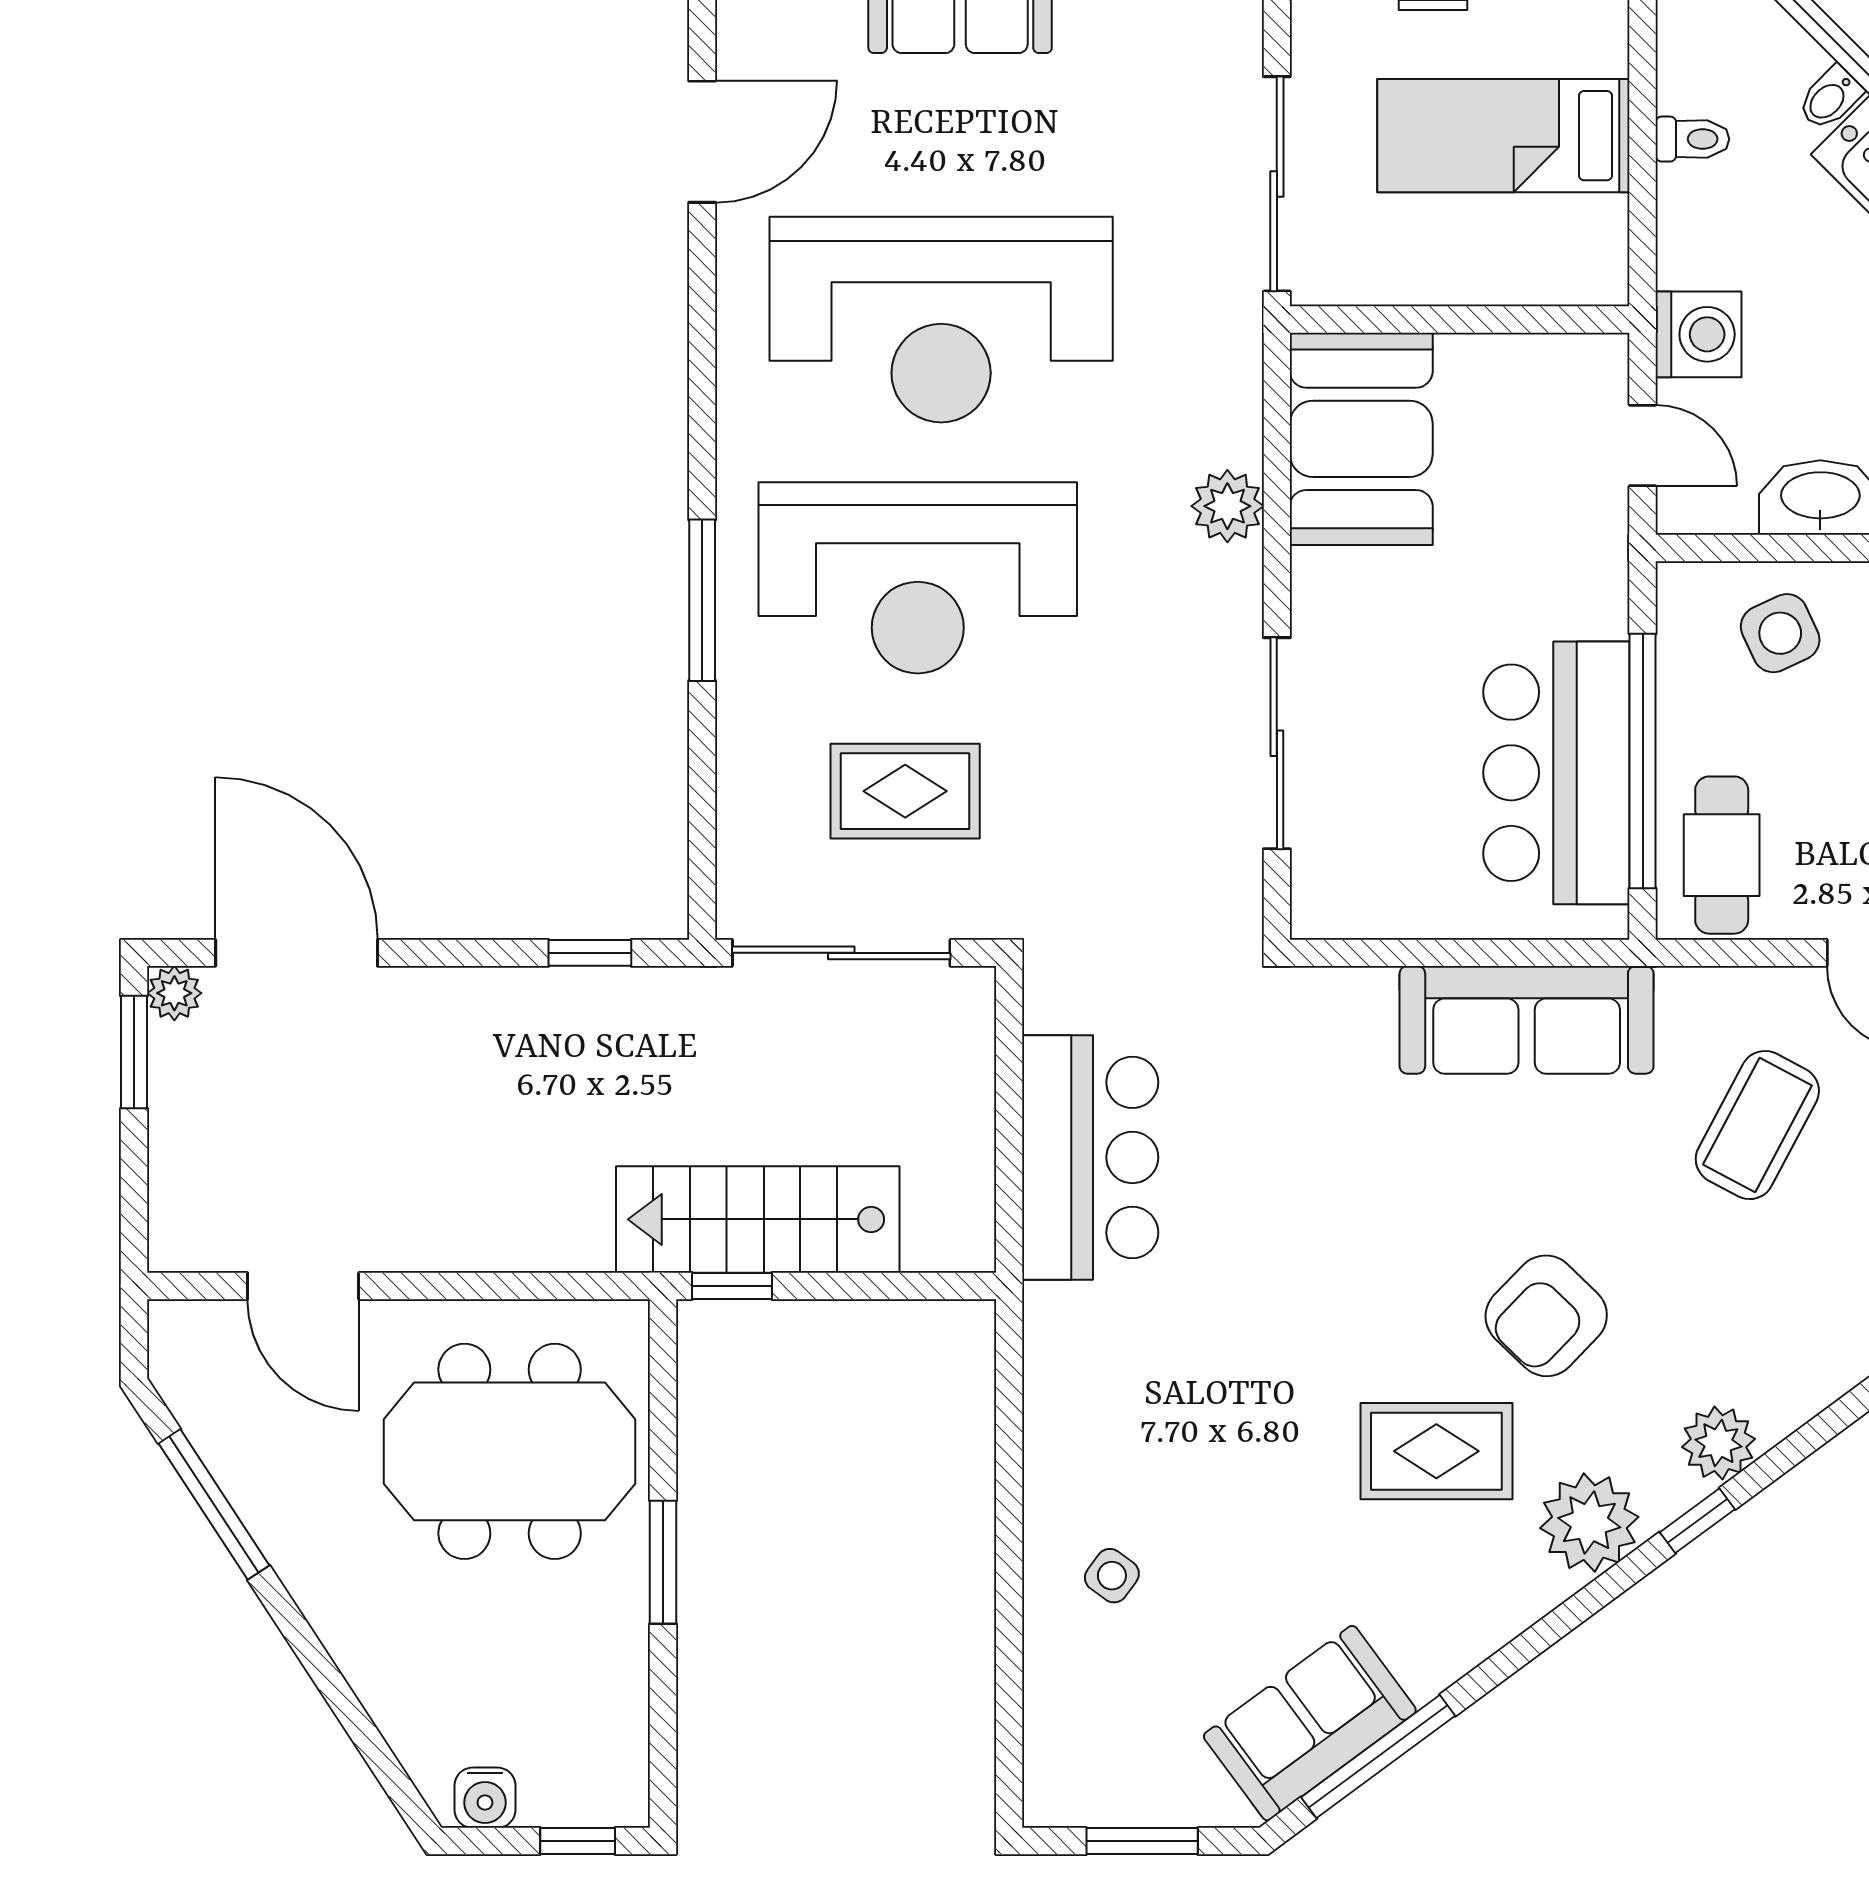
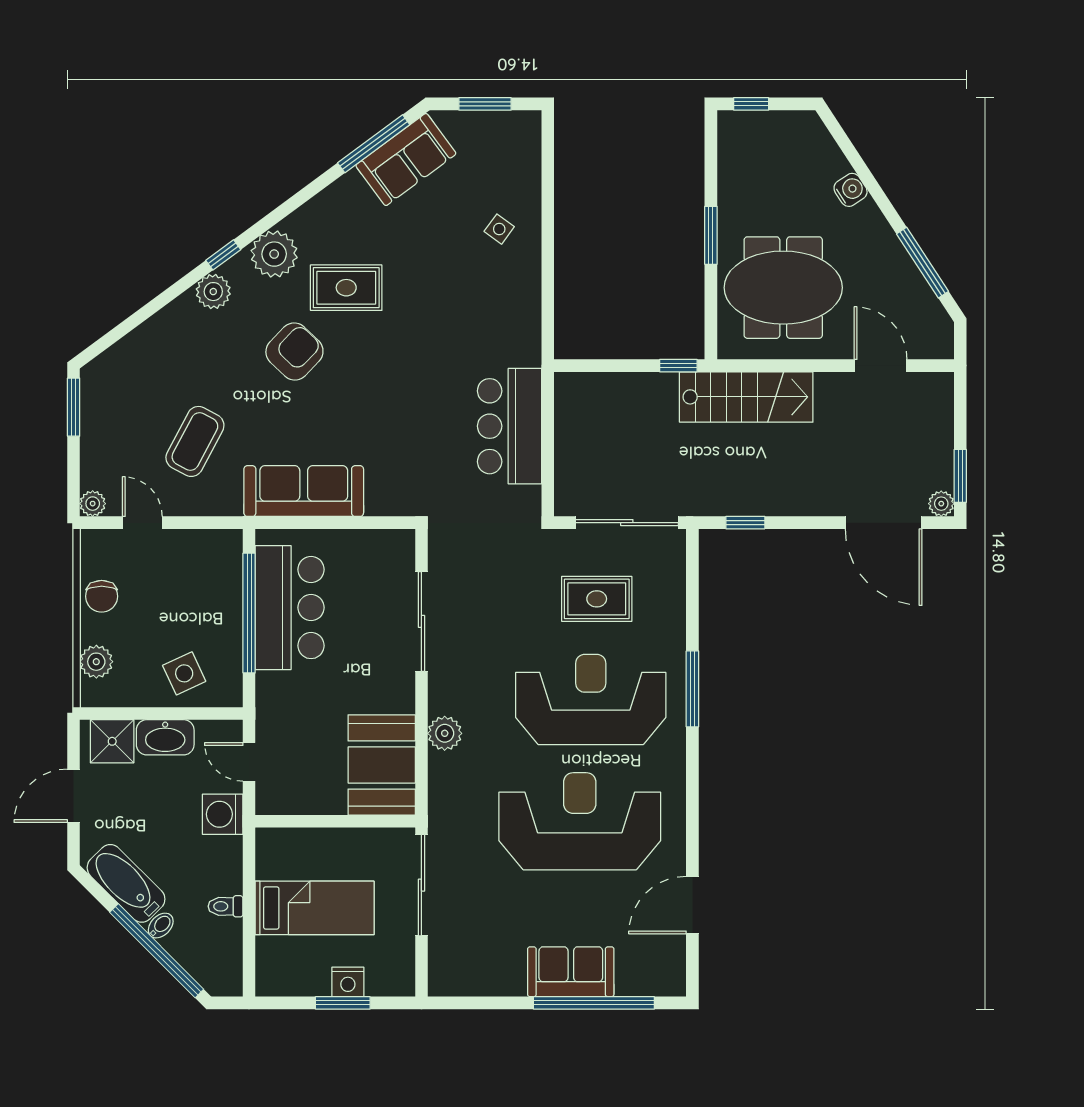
cafe table: (1722, 855) -> (212, 569), removed
stairs: (758, 1219) -> (746, 397), moved
water cooler: (485, 1798) -> (851, 190), moved, turned 57

